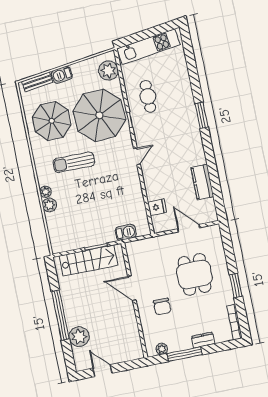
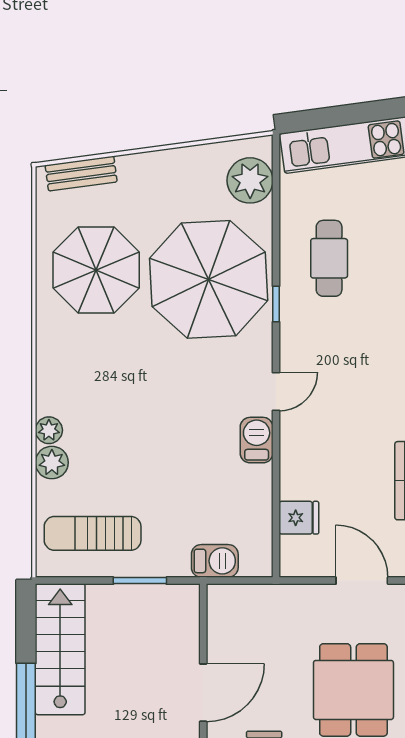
barbecue: (62, 75) -> (257, 440), moved, turned 98
sun lounger: (74, 162) -> (93, 533), moved
stairs: (88, 261) -> (60, 649), moved, turned -90
door: (132, 288) -> (203, 693), swing flipped

